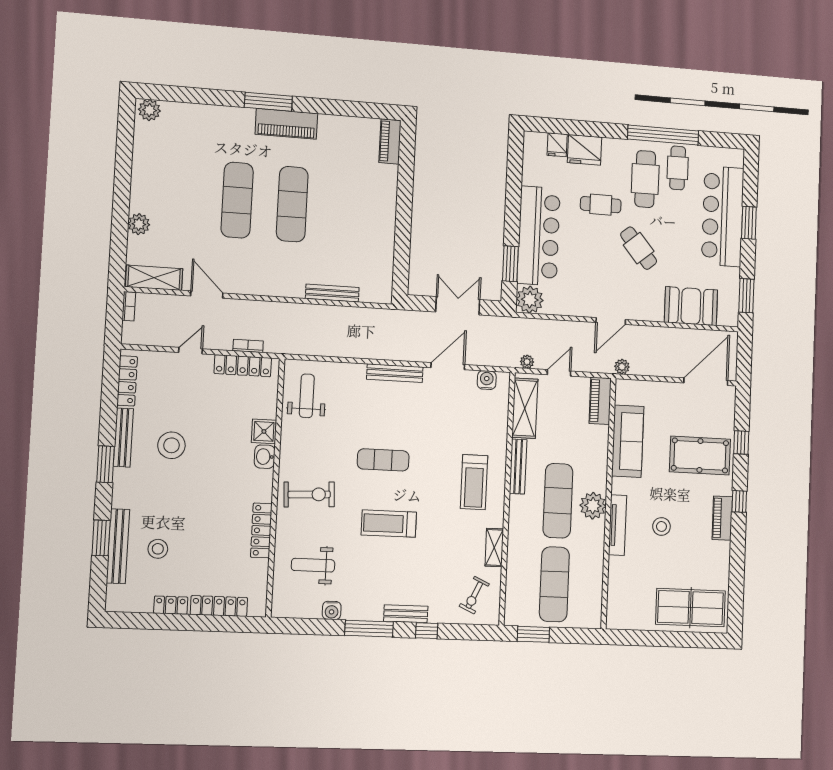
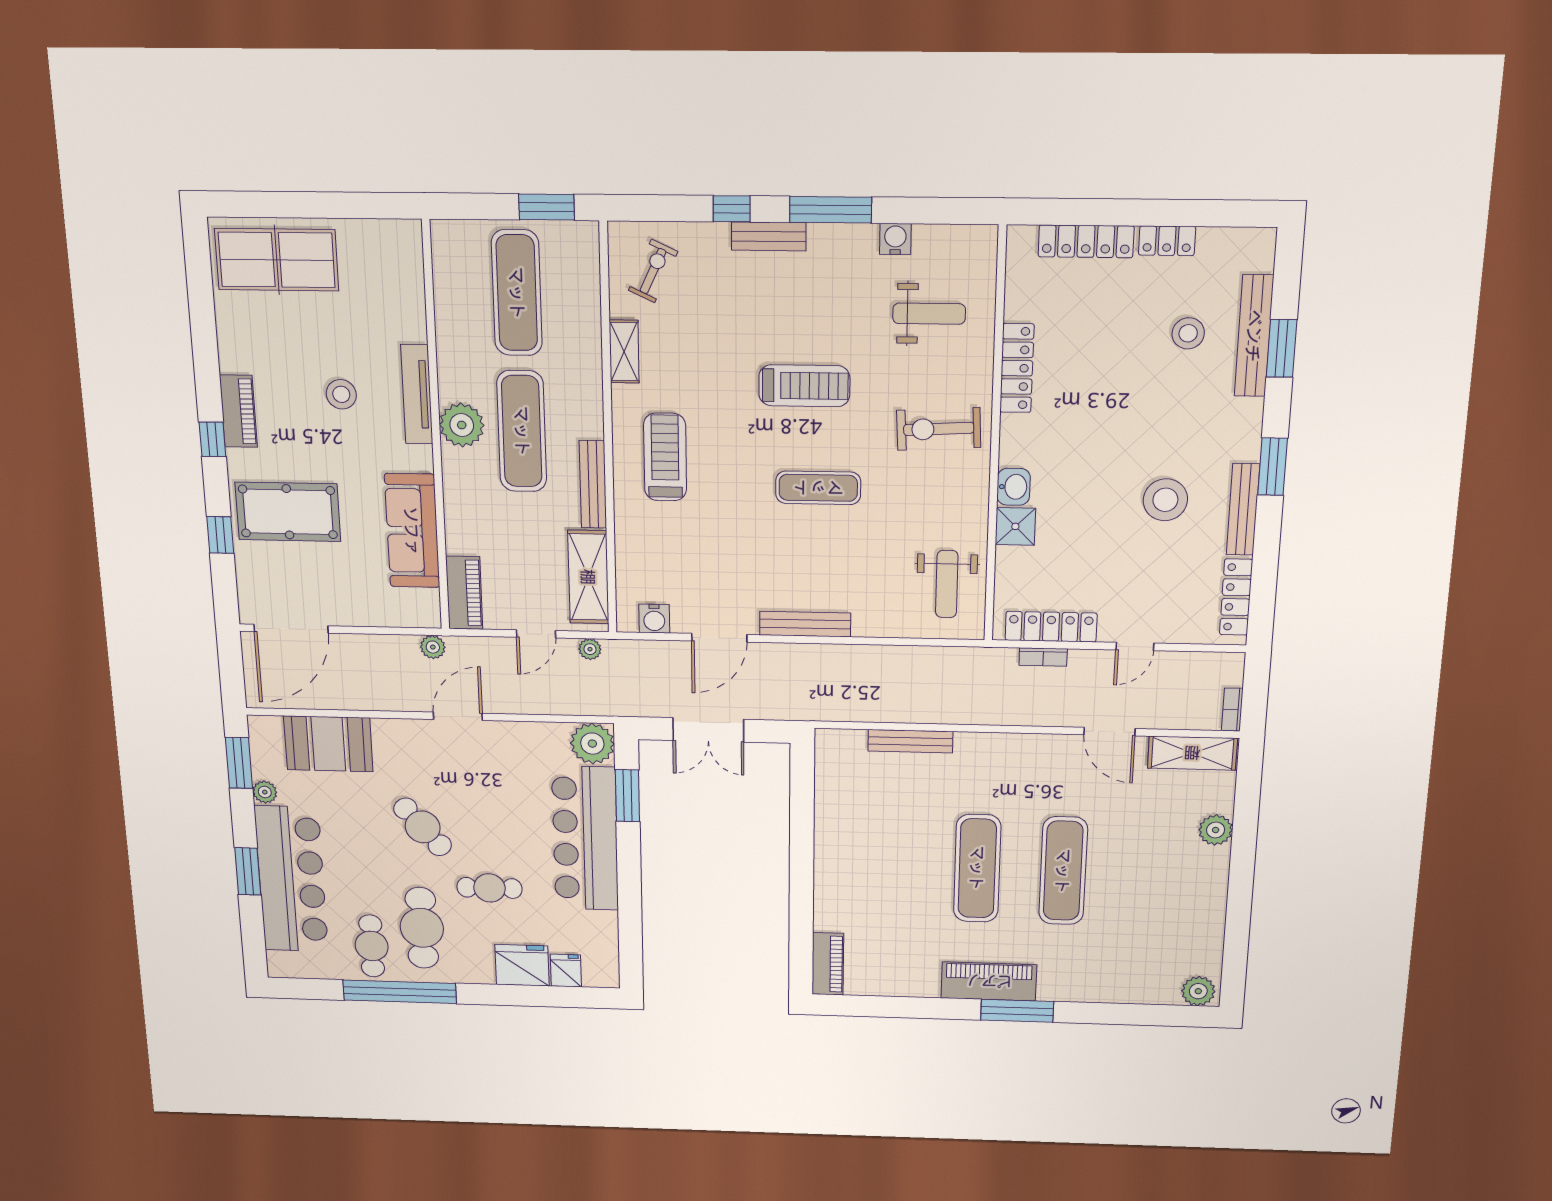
plant: (733, 276) -> (265, 792), added

